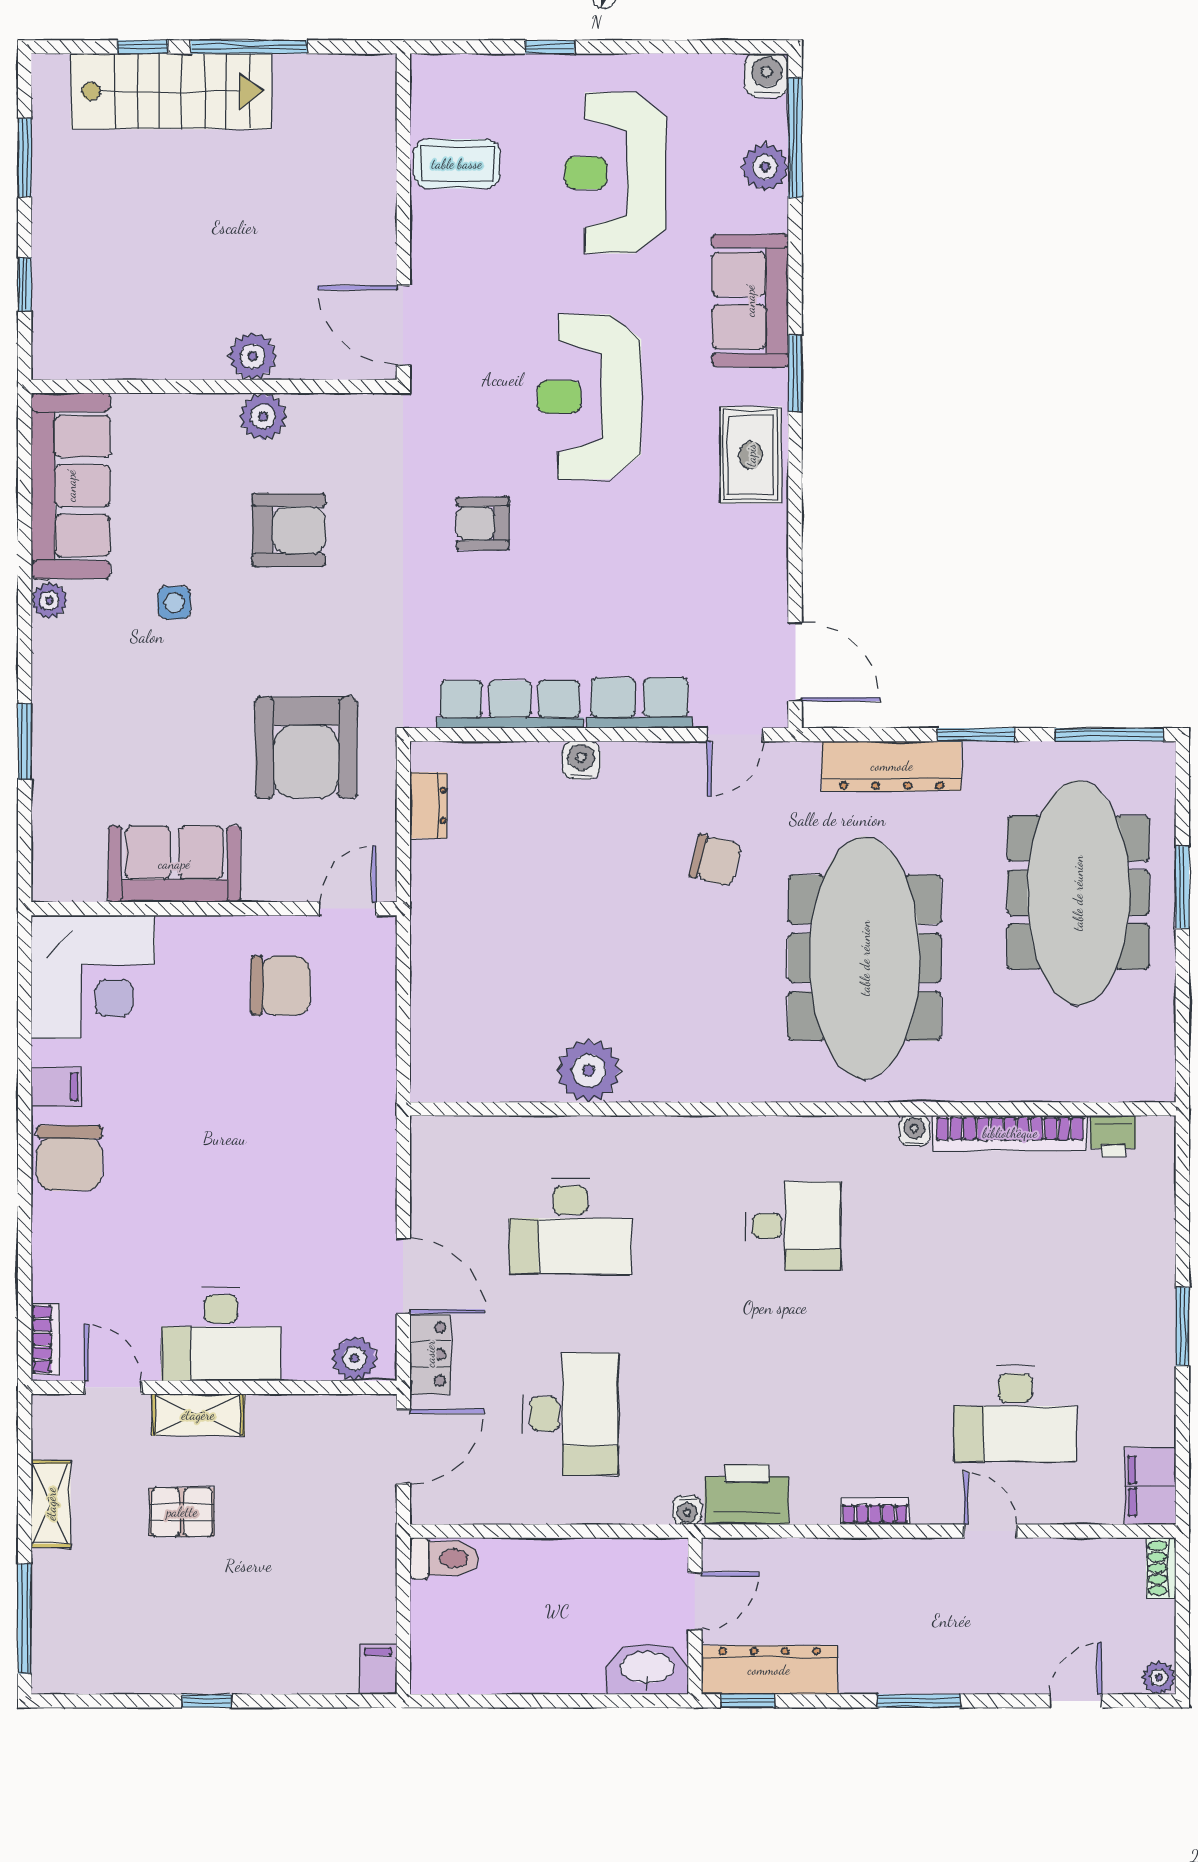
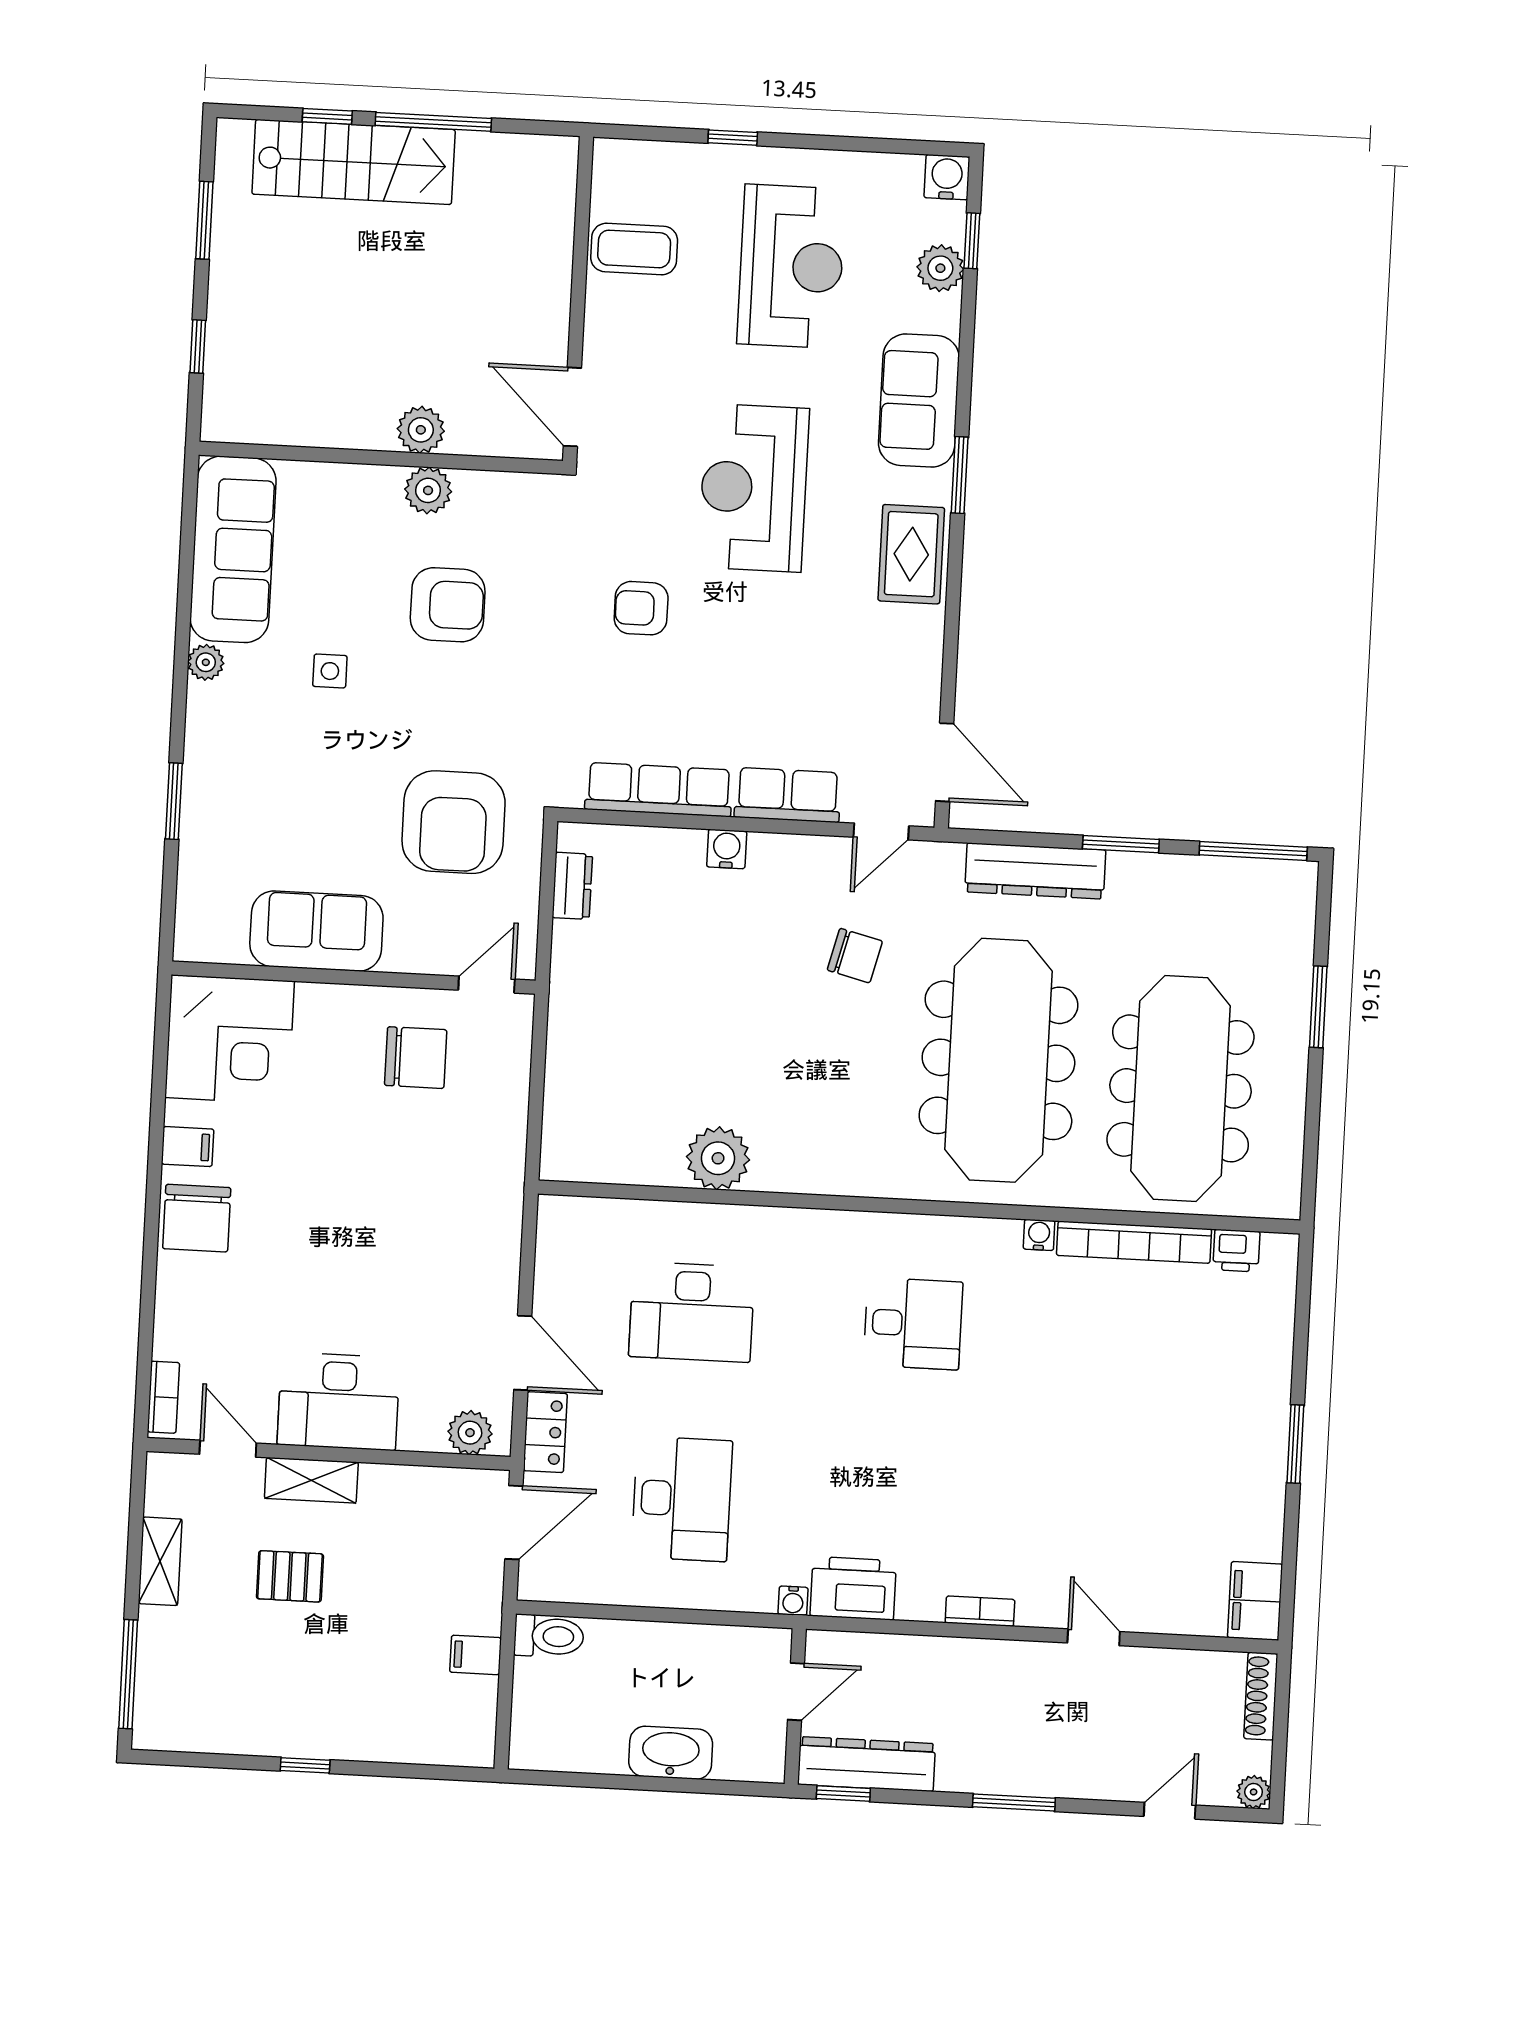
window: (795, 138) -> (972, 241), width x0.46
reception desk: (615, 173) -> (791, 266), turned 180
meeting table: (1078, 893) -> (1180, 1088), moved
desk: (1015, 1414) -> (1125, 1522), removed
shoe rack: (1161, 1568) -> (1261, 1696), width x1.43
filing cabinet: (378, 1669) -> (476, 1655), moved, turned -90
washbasin: (647, 1669) -> (671, 1753), moved

